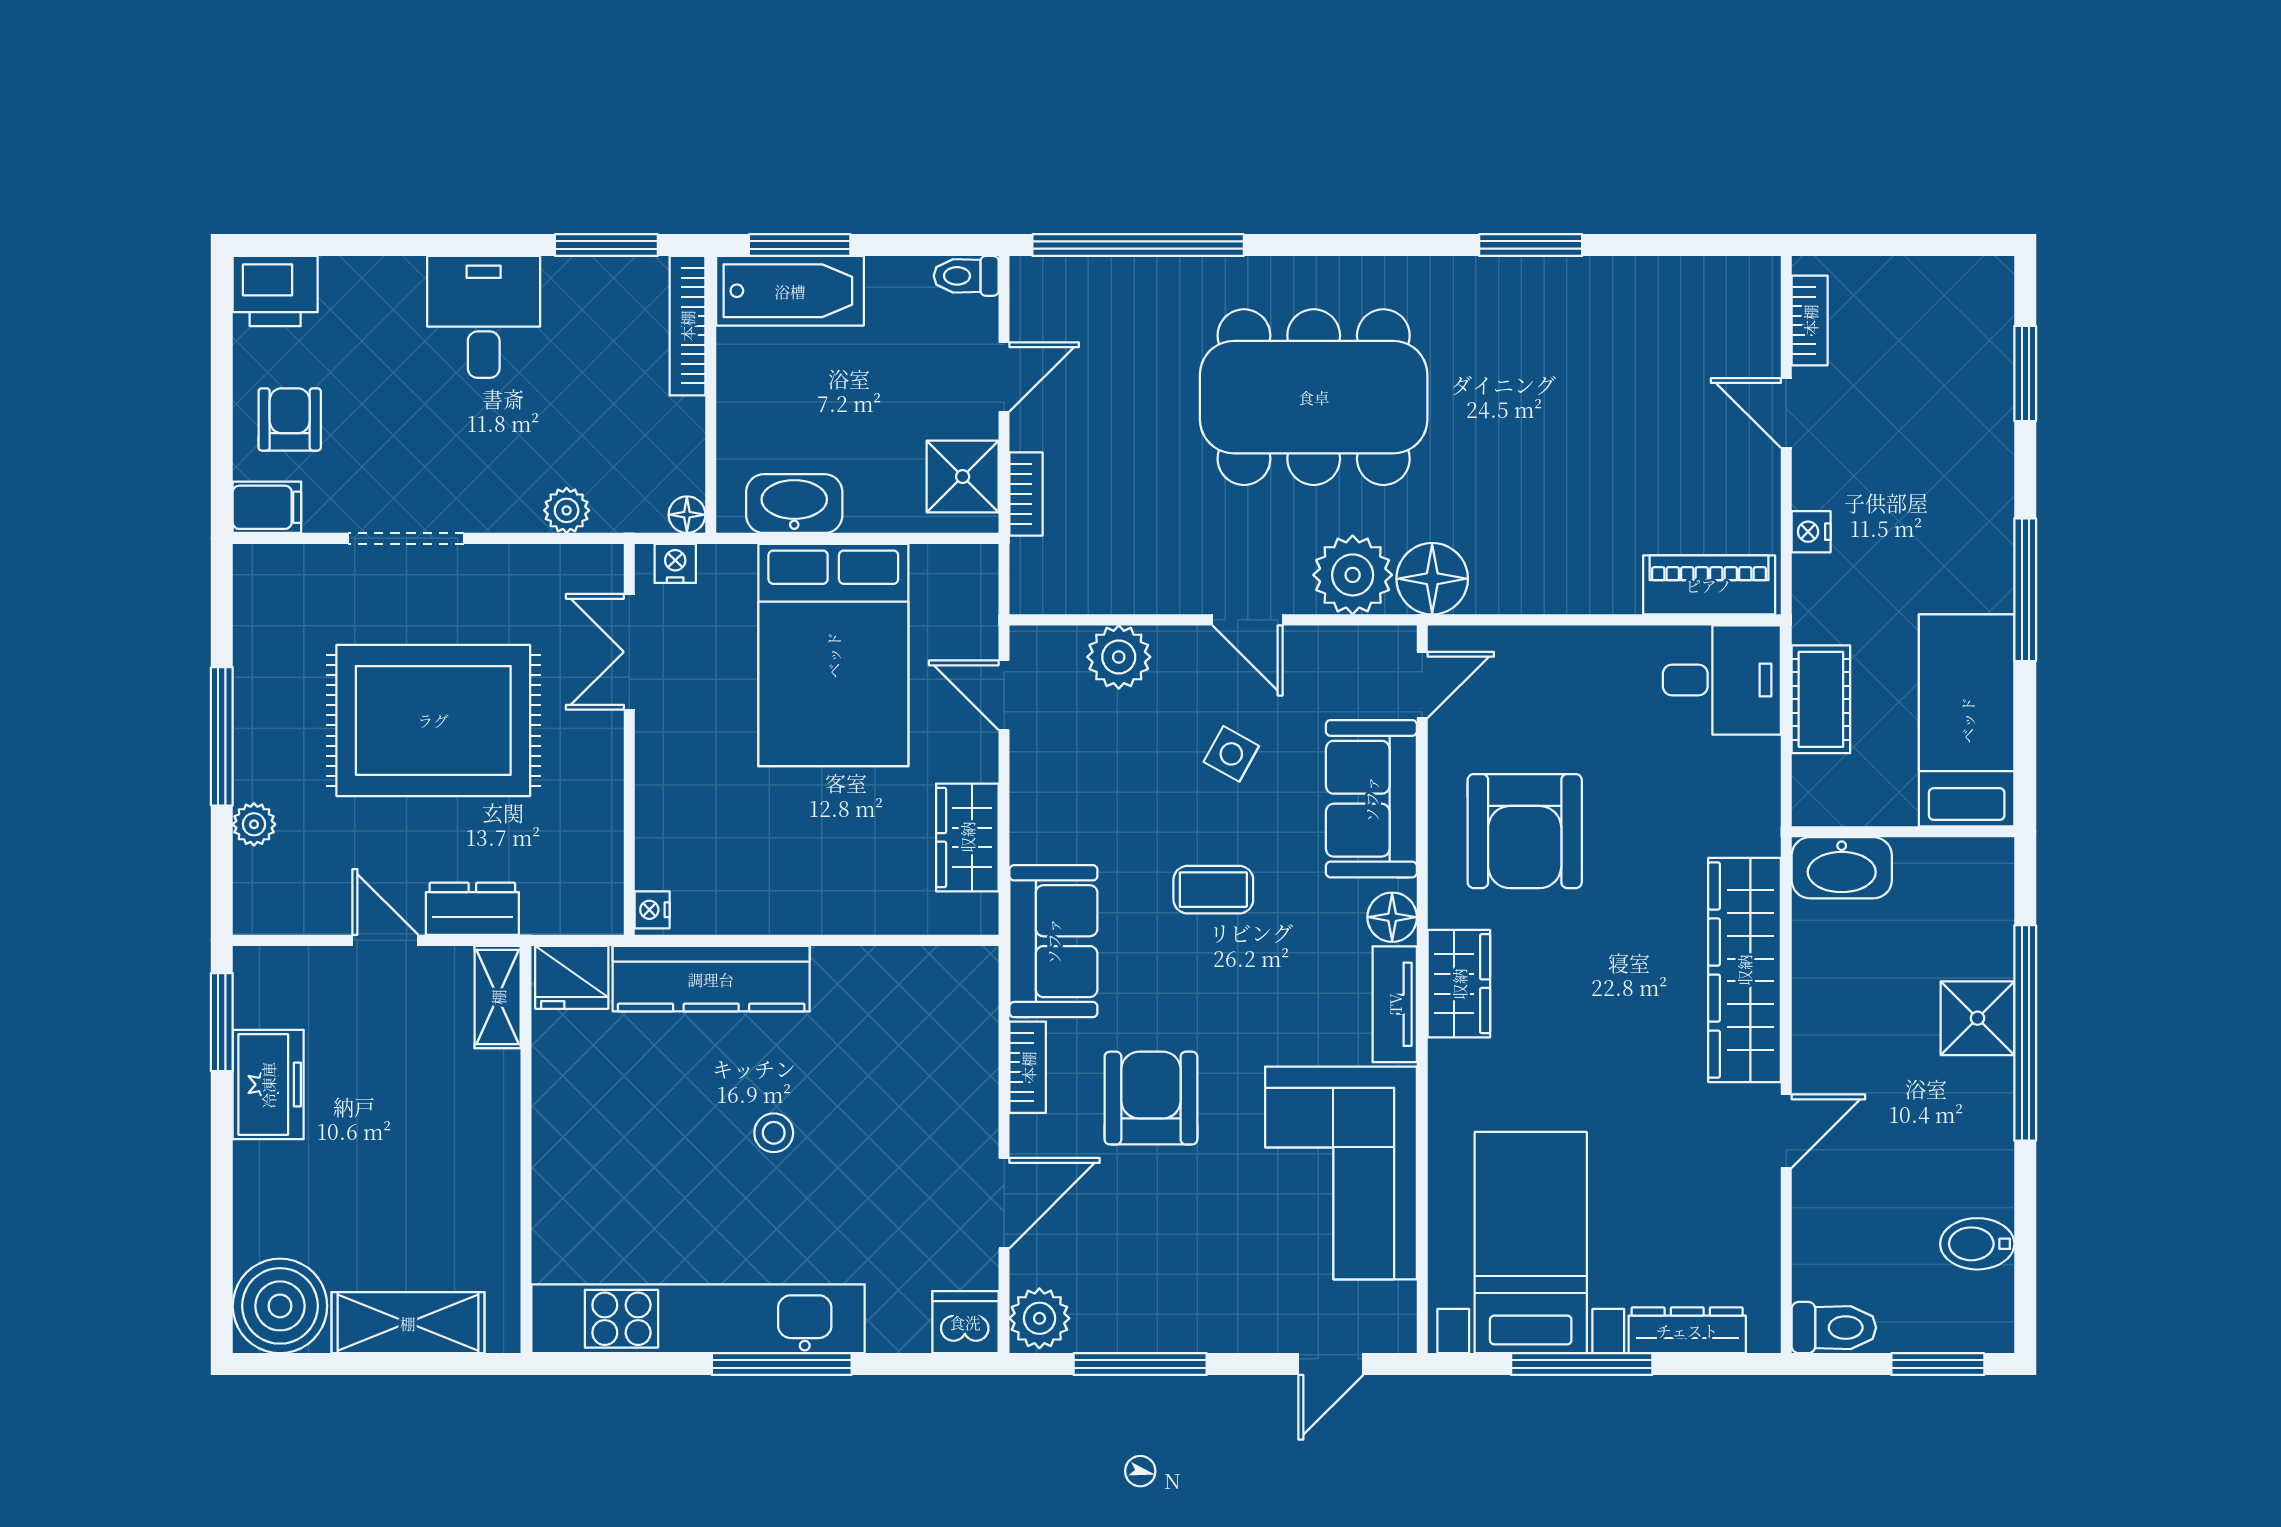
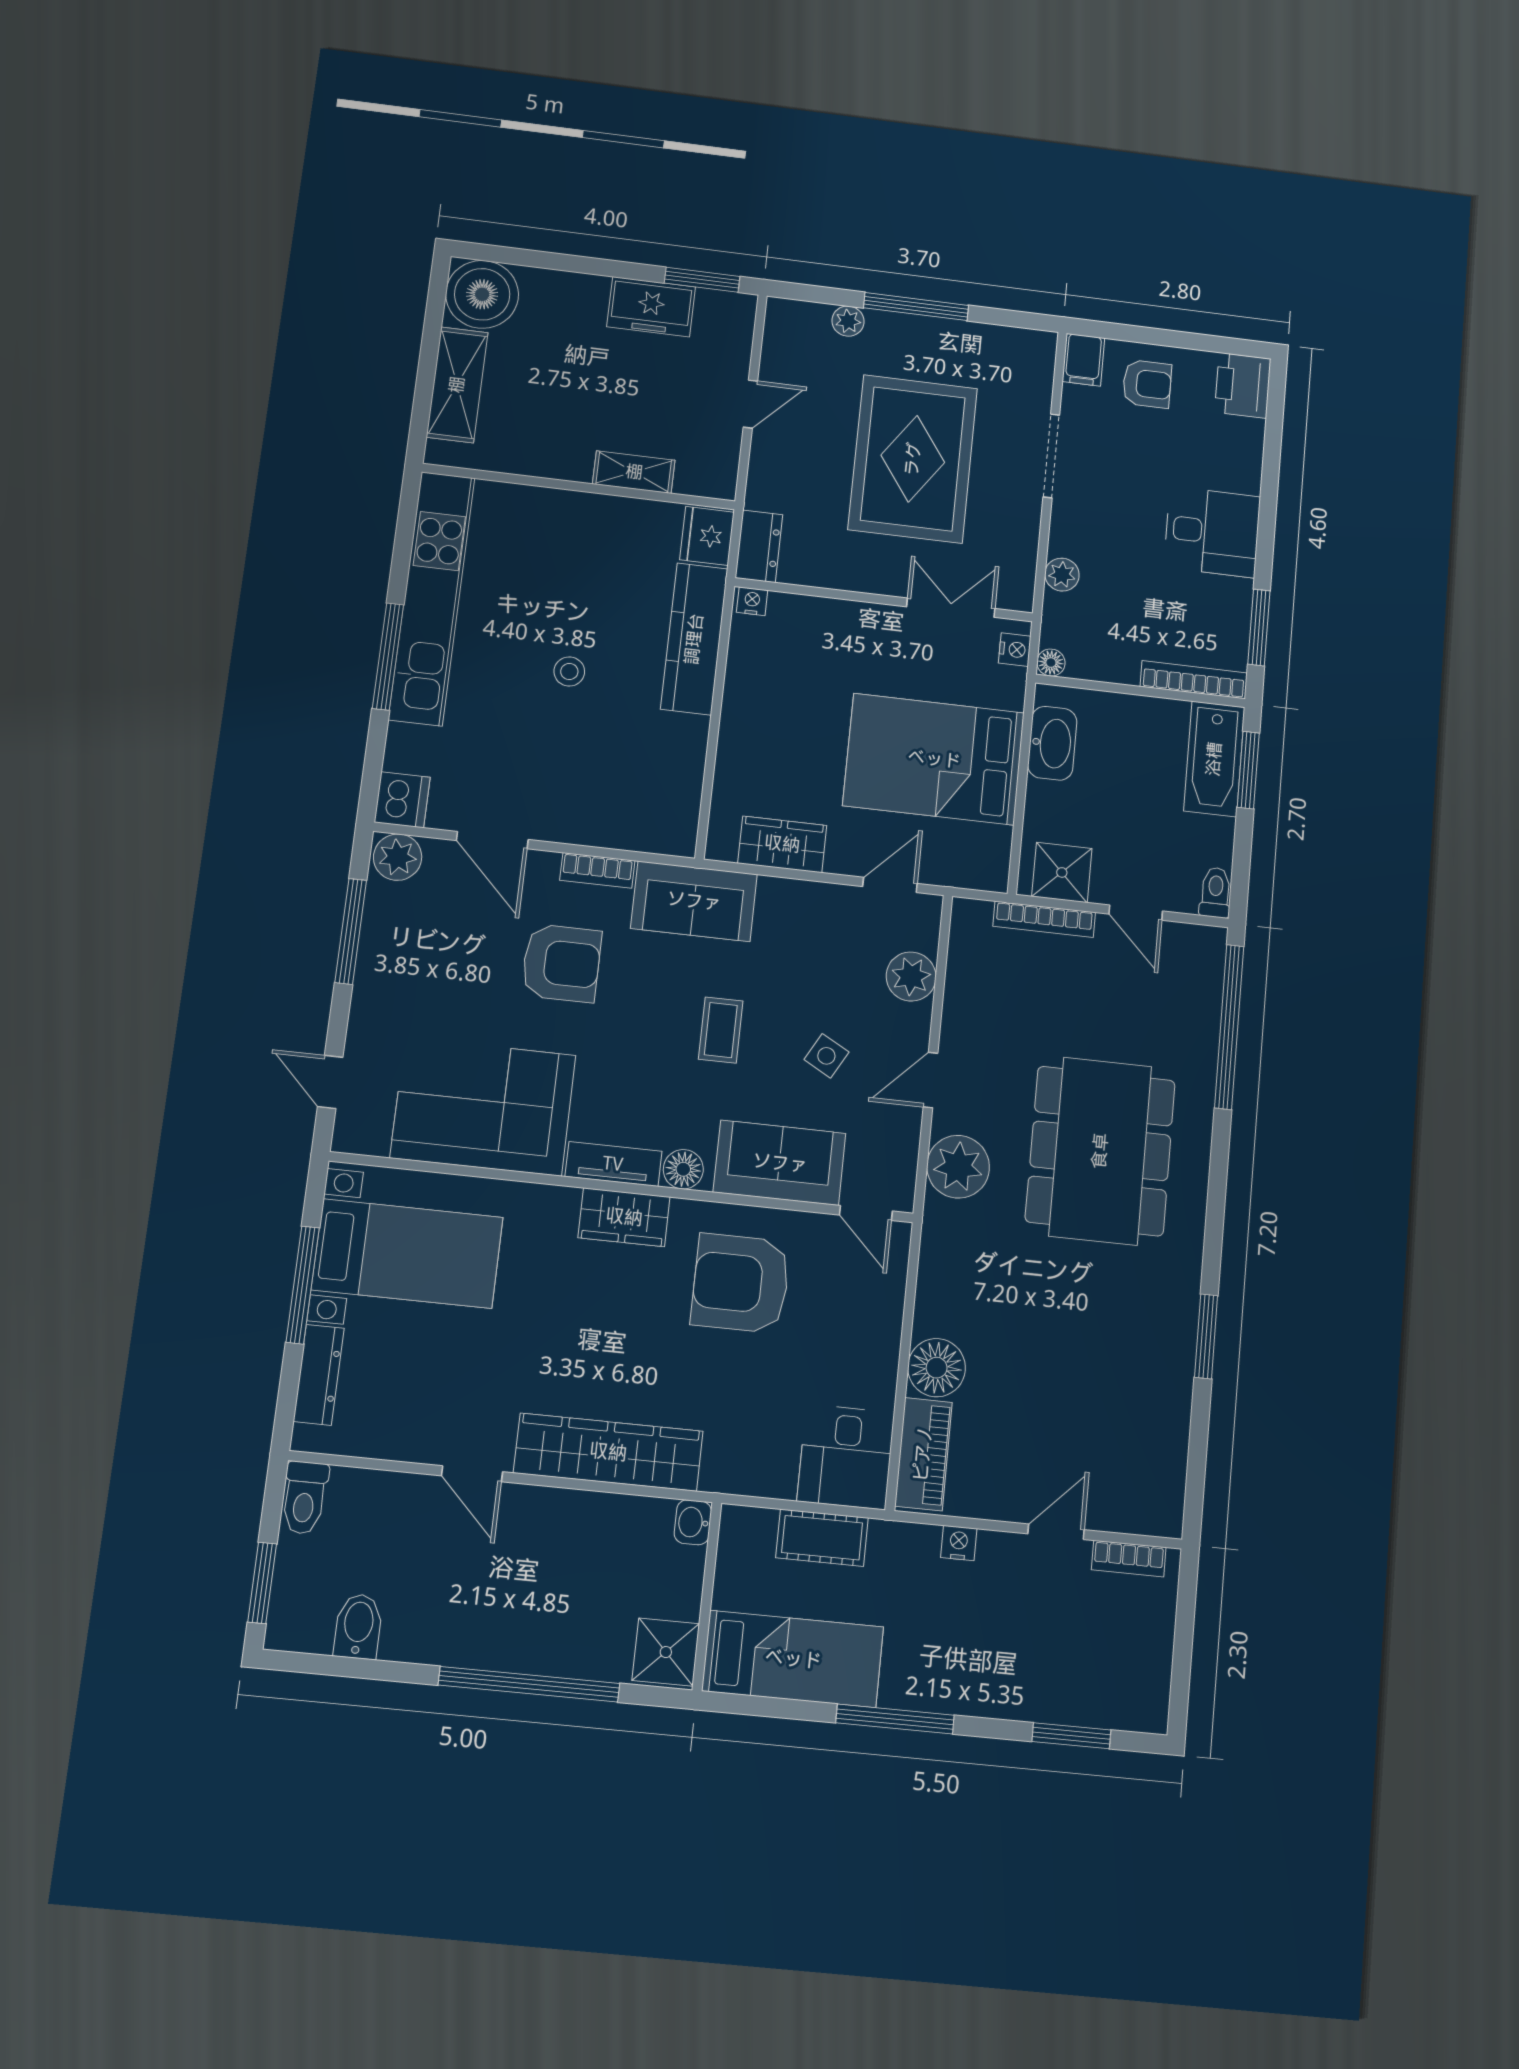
bookcase: (1026, 494) -> (1044, 919), width x1.56
floor lamp: (1432, 579) -> (937, 1368), moved
washbasin: (1842, 868) -> (693, 1522), width x0.52, depth x0.69
dresser: (472, 909) -> (759, 546), moved
shelving: (498, 997) -> (634, 472), moved
shower: (1978, 1018) -> (666, 1652), moved

